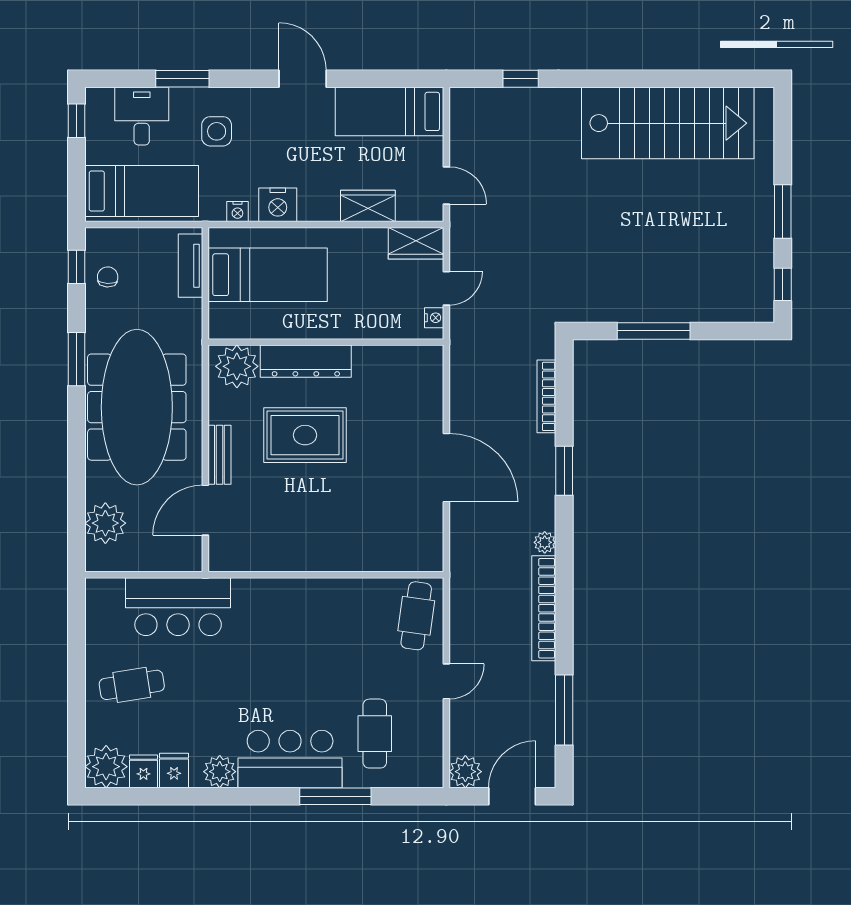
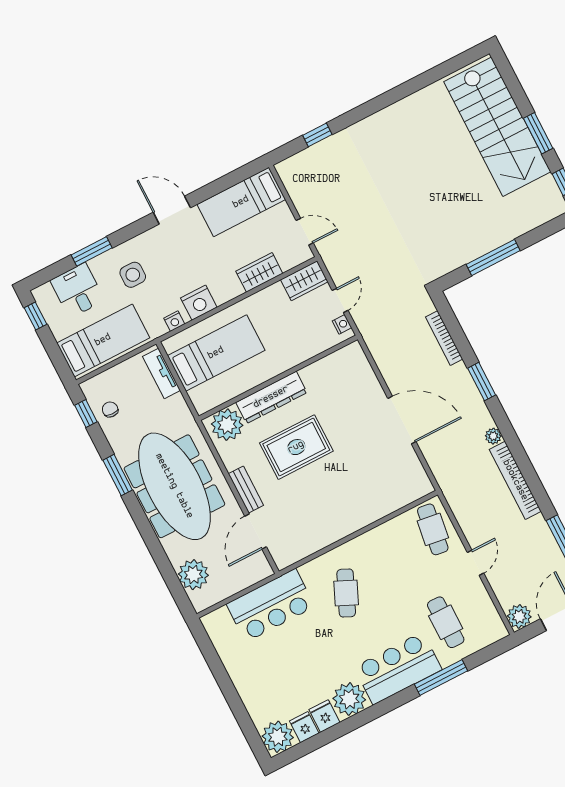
stairs: (668, 123) -> (497, 127), moved, turned 90
cafe table: (132, 685) -> (346, 593), moved, turned -57
plant: (220, 772) -> (349, 699), width x1.36, depth x1.36

